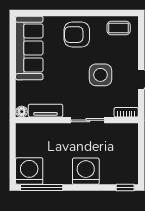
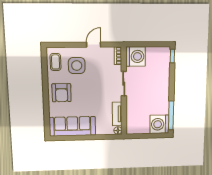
side table: (100, 75) -> (77, 66), moved
washing machine: (86, 171) -> (136, 56), moved, turned 180

